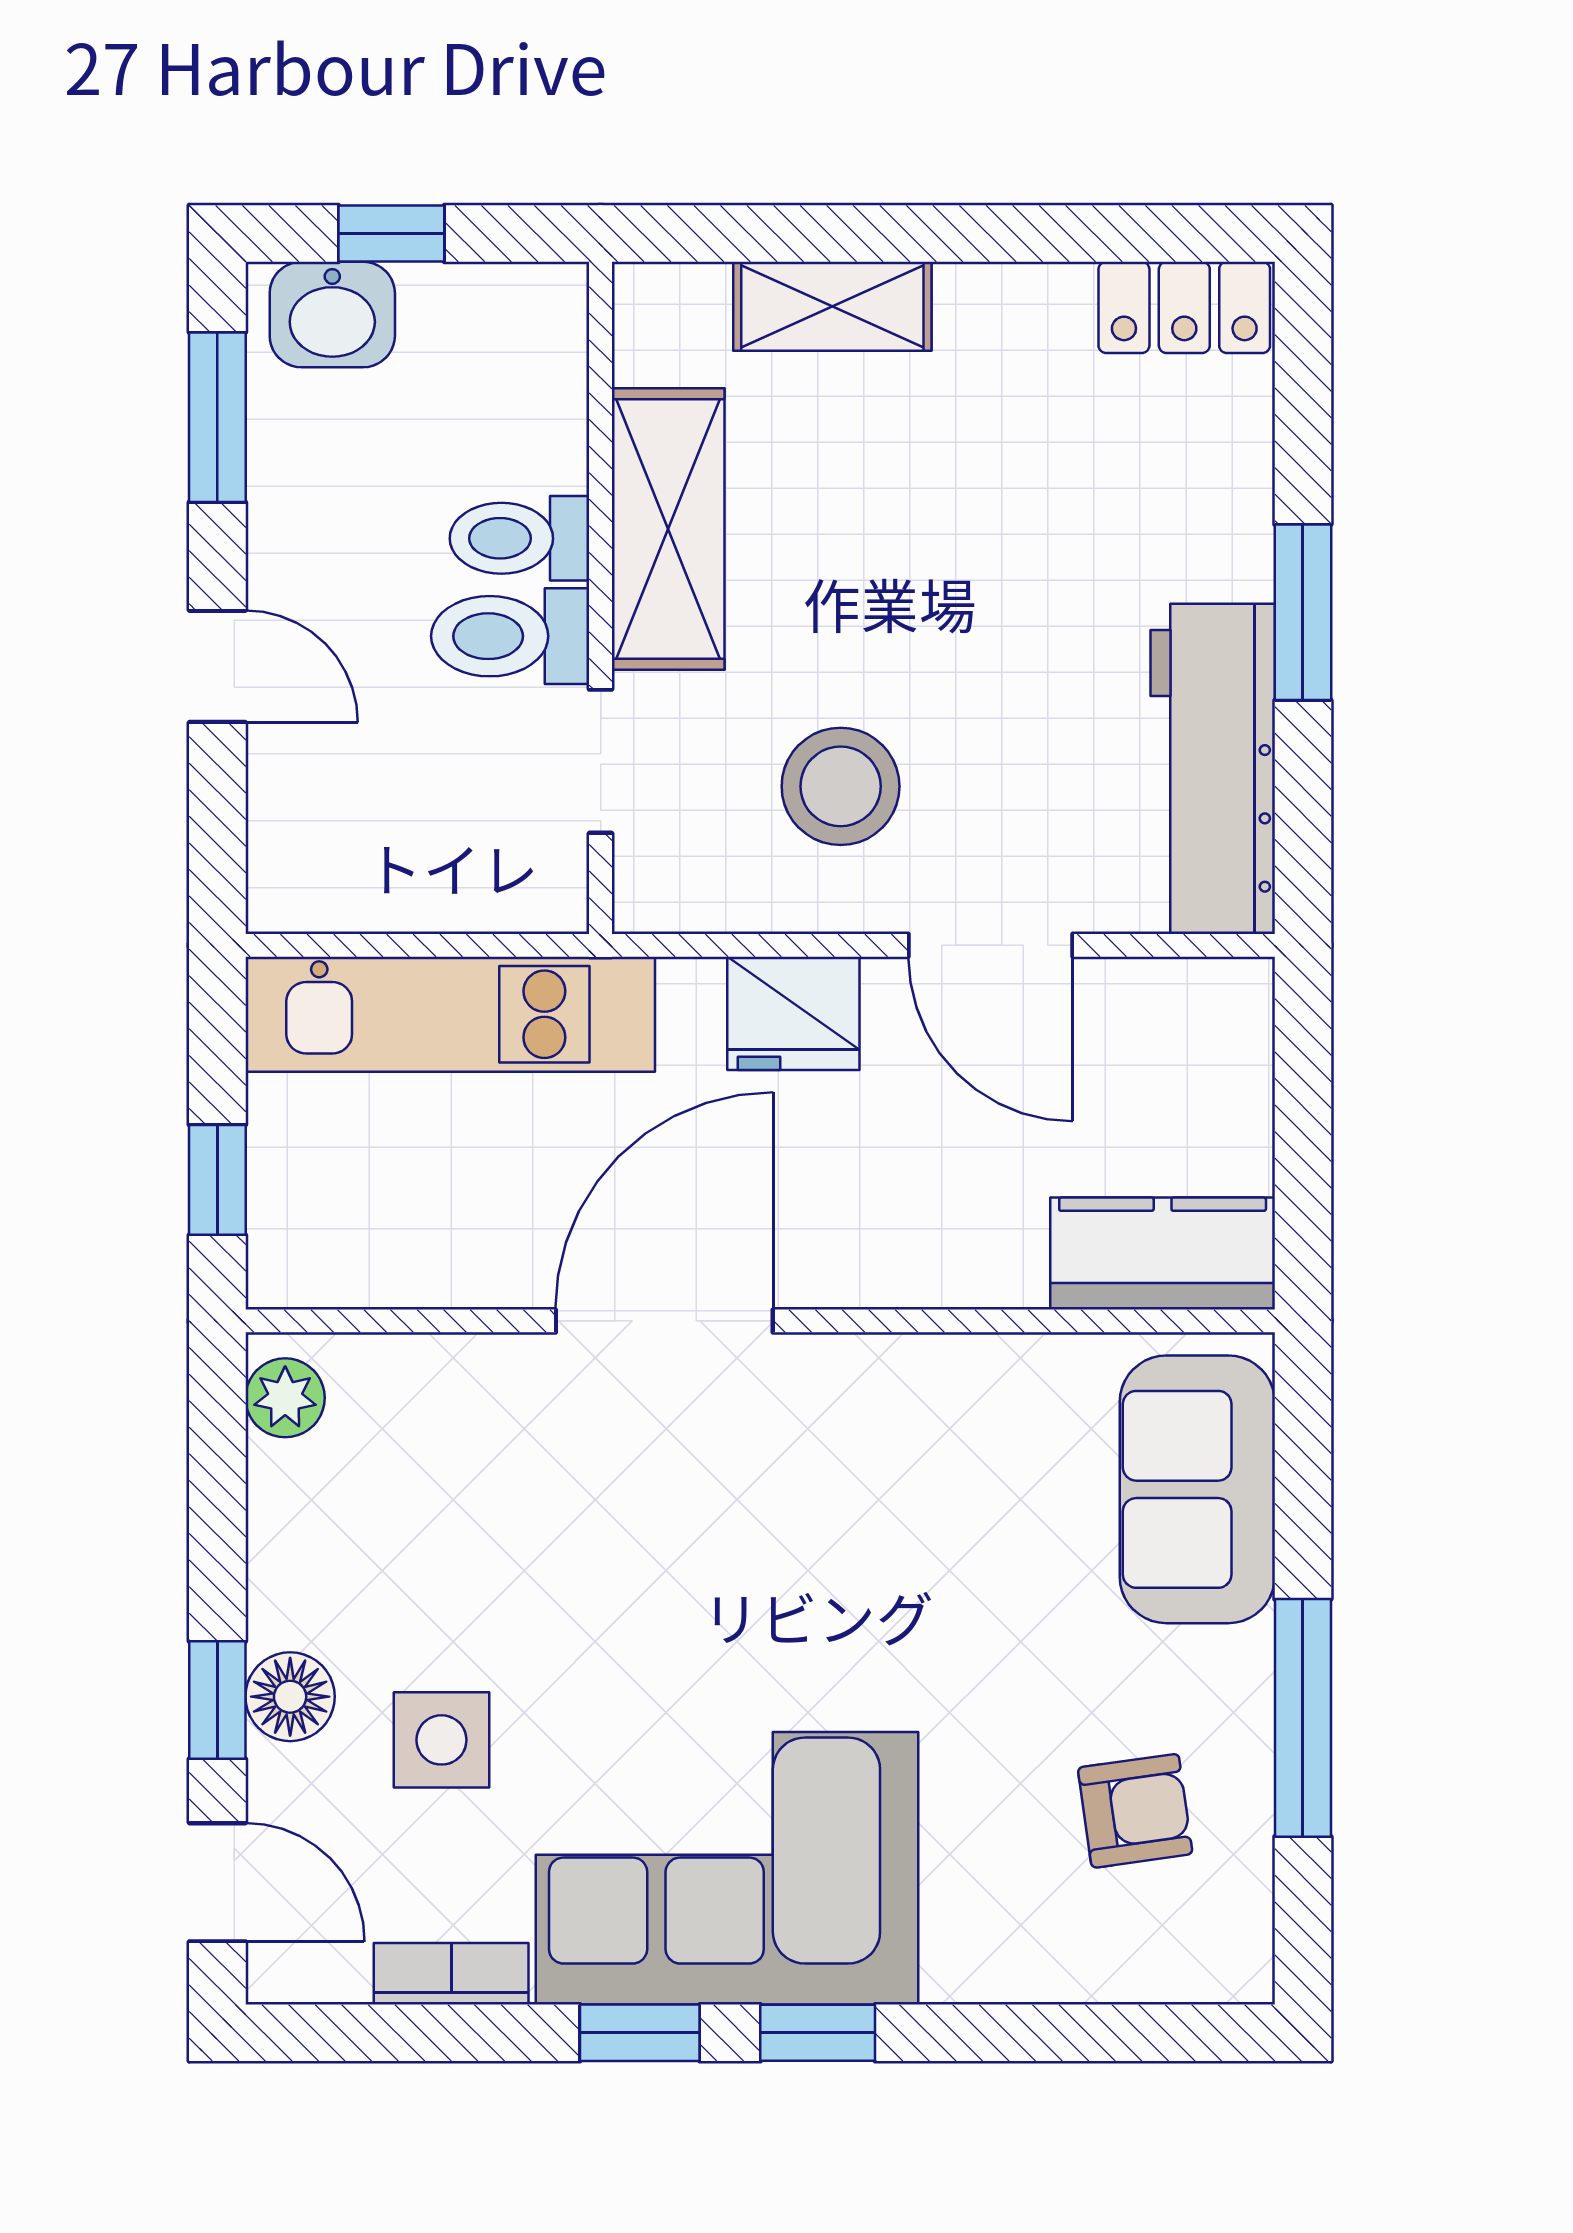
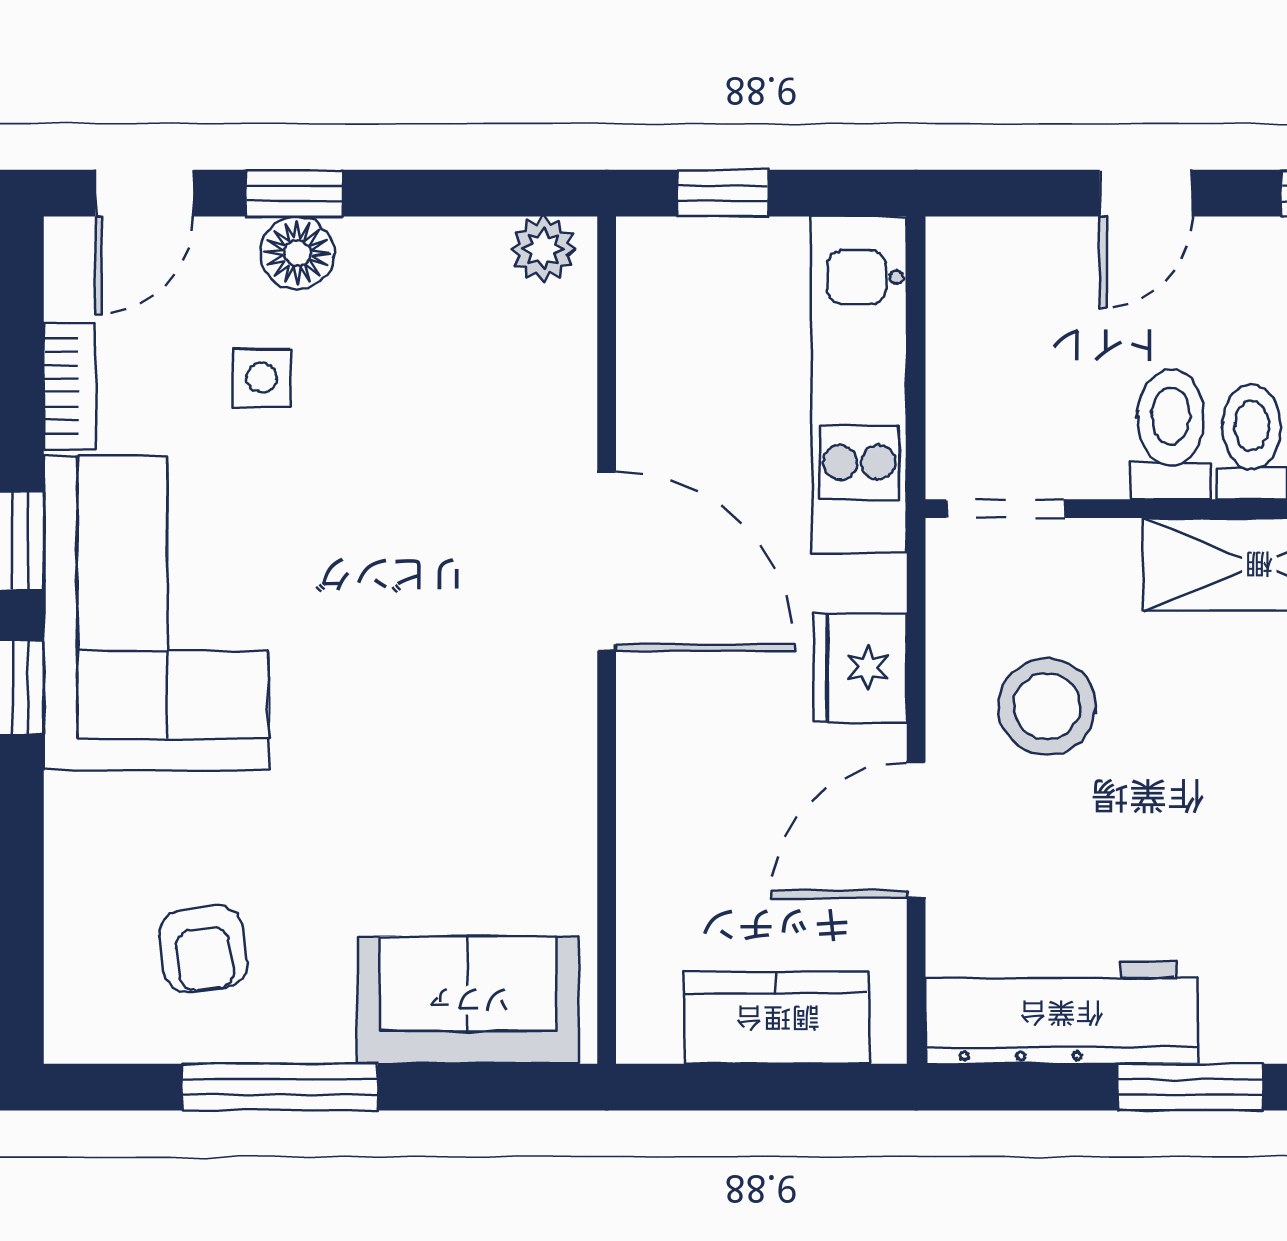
doorway: (601, 761) -> (1005, 509), moved
kitchen counter: (1163, 1254) -> (777, 1018), moved, turned -90
side table: (441, 1740) -> (262, 378), width x0.73, depth x0.73

